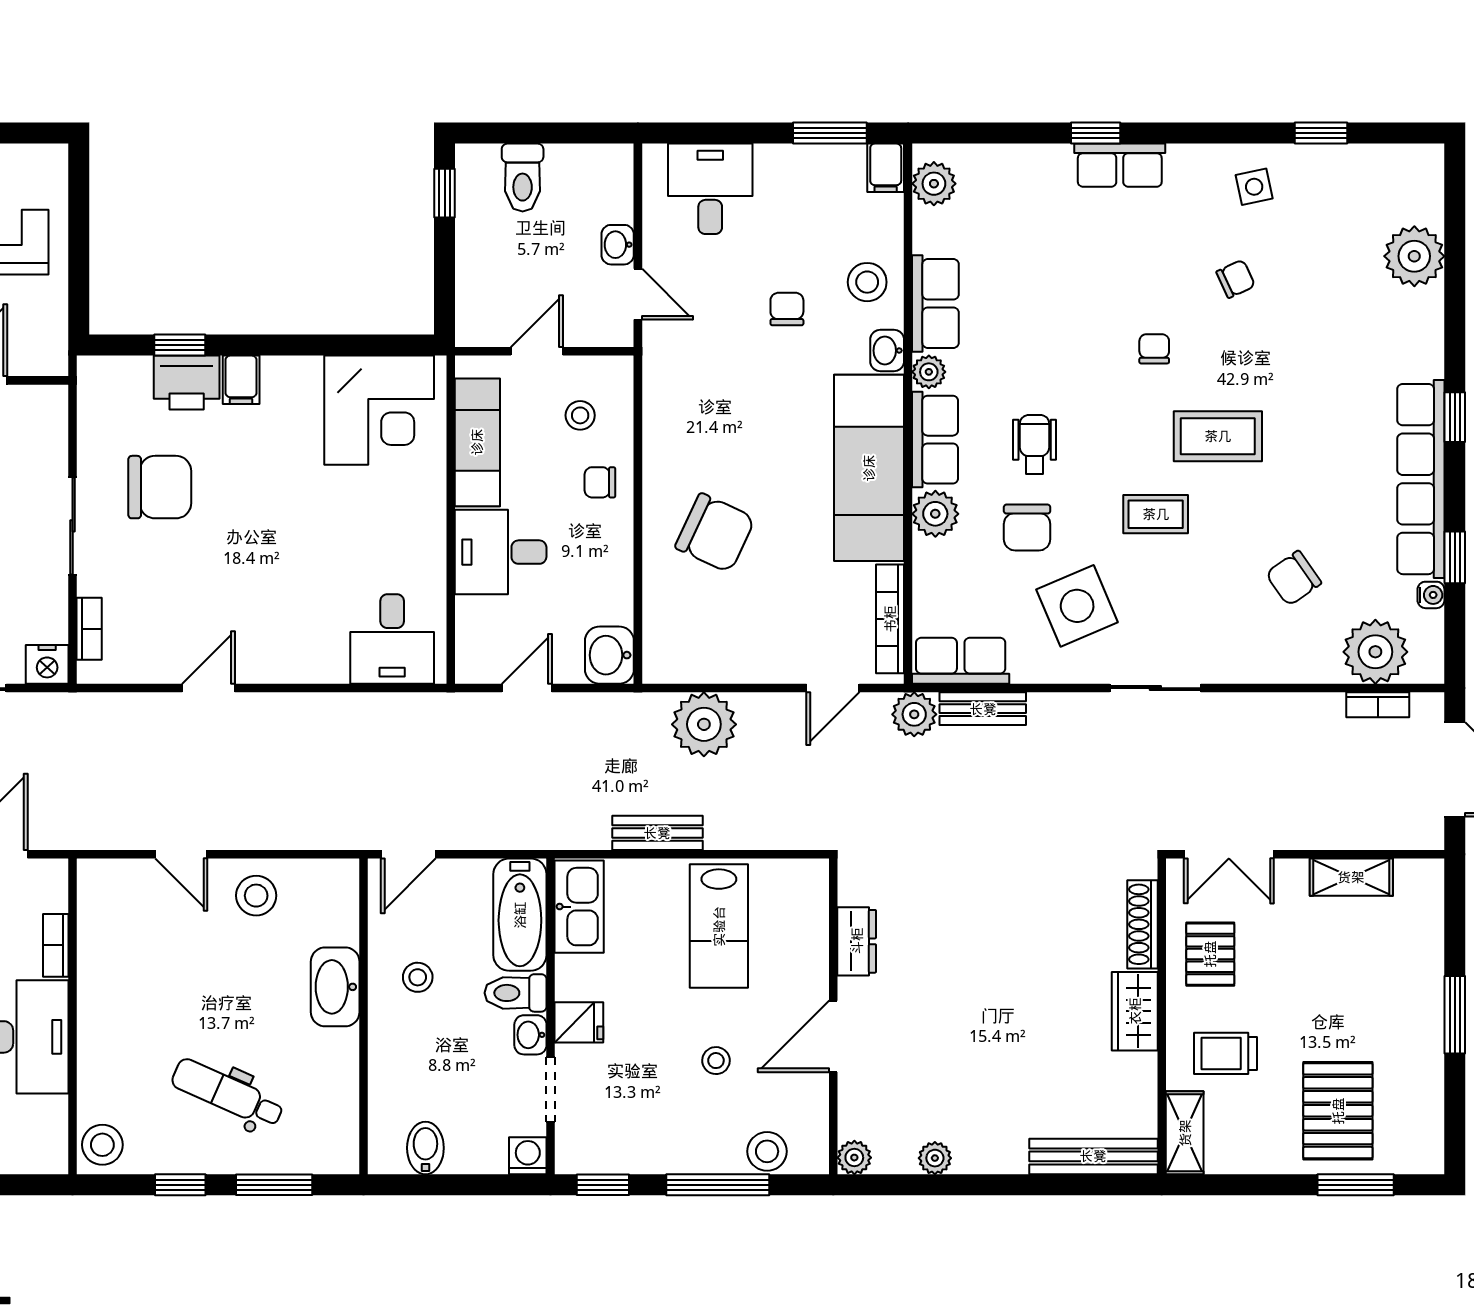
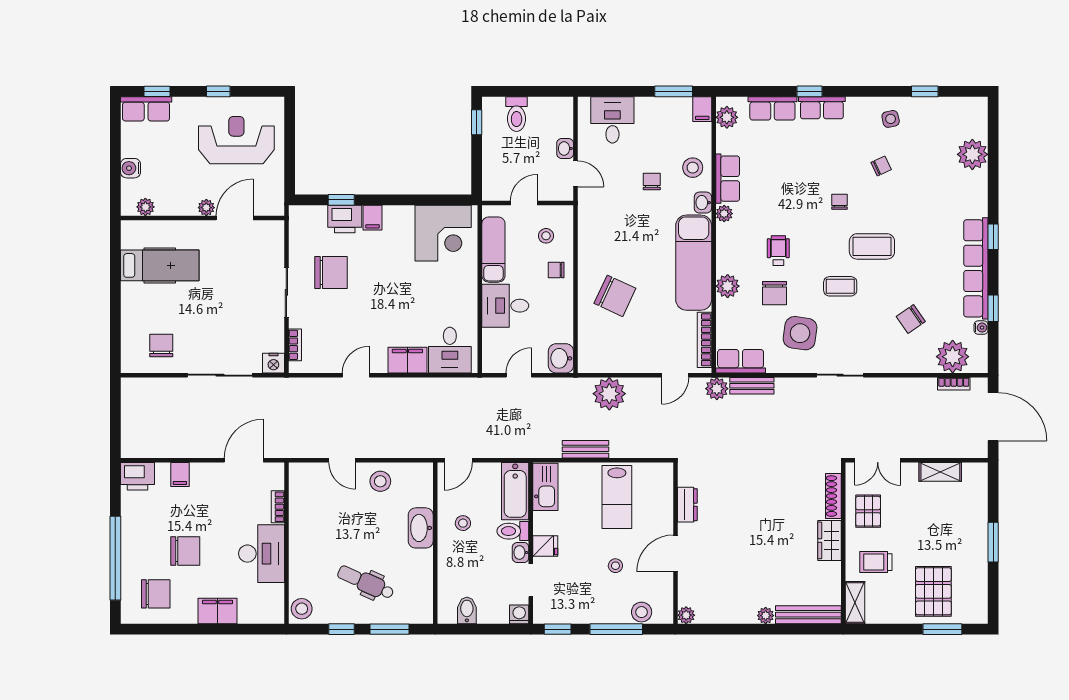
row of seats: (935, 440) -> (772, 108), moved, turned 90
side table: (1077, 606) -> (800, 333), turned 31
filing cabinet: (309, 659) -> (407, 360), added
plant: (935, 1158) -> (766, 616), moved

